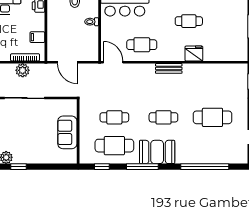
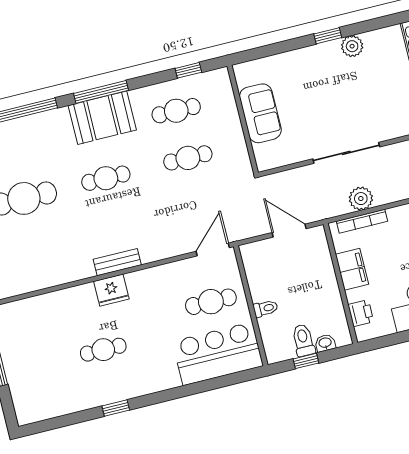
filing cabinet: (37, 37) -> (352, 269), width x2.00
cafe table: (142, 45) -> (211, 302), moved
fridge: (194, 53) -> (111, 290), moved
door: (113, 62) -> (213, 249), swing flipped
cafe table: (114, 146) -> (176, 111), width x0.73, depth x0.74
window: (142, 167) -> (101, 92), moved

